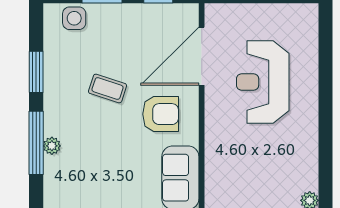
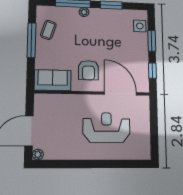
coffee table: (108, 88) -> (48, 30), moved
plant: (52, 146) -> (84, 12), moved

